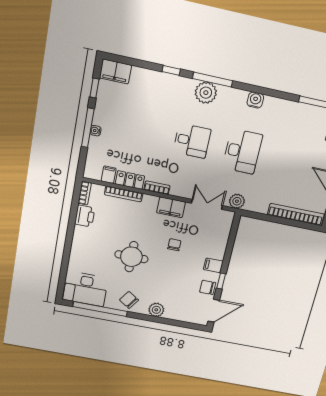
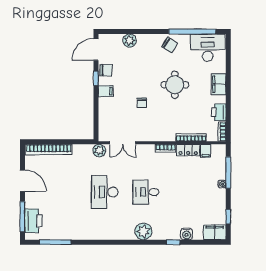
window: (213, 80) -> (141, 242), removed
water cooler: (255, 100) -> (187, 234), moved
window: (88, 128) -> (228, 173), moved
filing cabinet: (171, 207) -> (219, 84), moved, turned -90
plant: (156, 310) -> (130, 41), moved

